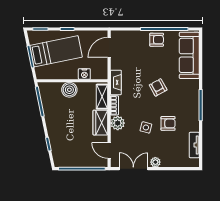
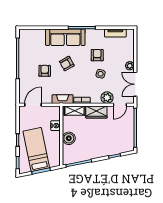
armchair: (157, 40) -> (45, 71), moved
door: (109, 47) -> (33, 105), swing flipped
sofa: (189, 55) -> (65, 37), moved
plant: (118, 123) -> (107, 98), moved

